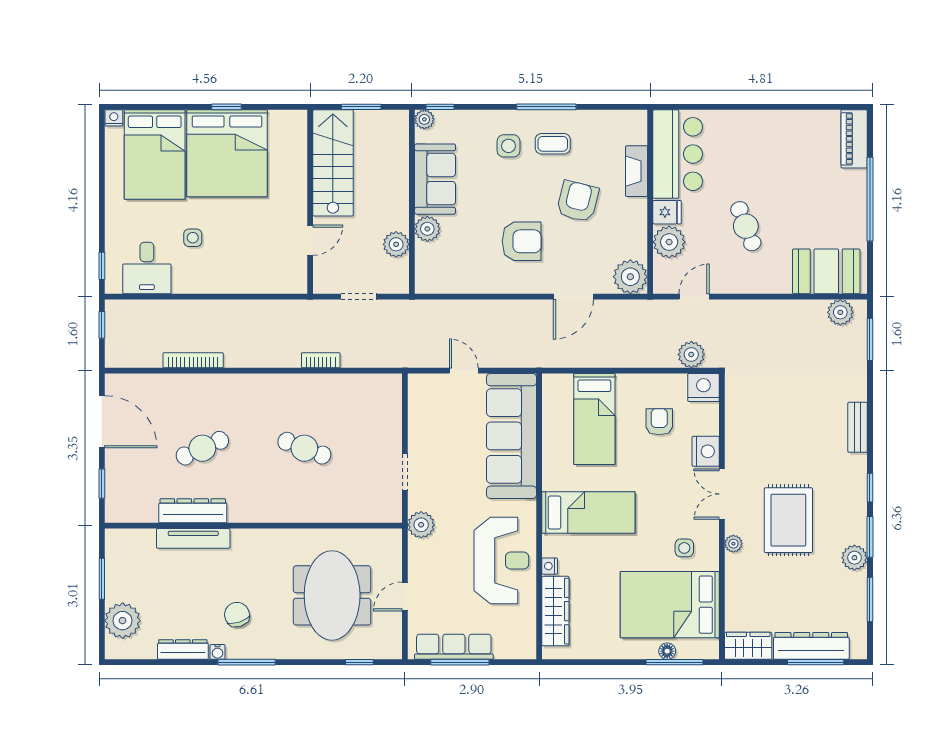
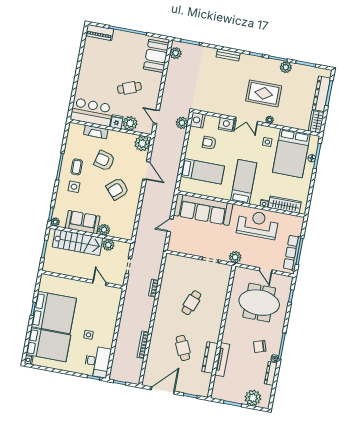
stairs: (333, 163) -> (78, 242), moved, turned 180
armchair: (522, 241) -> (117, 189), turned -132
desk: (147, 268) -> (97, 362), width x1.37

